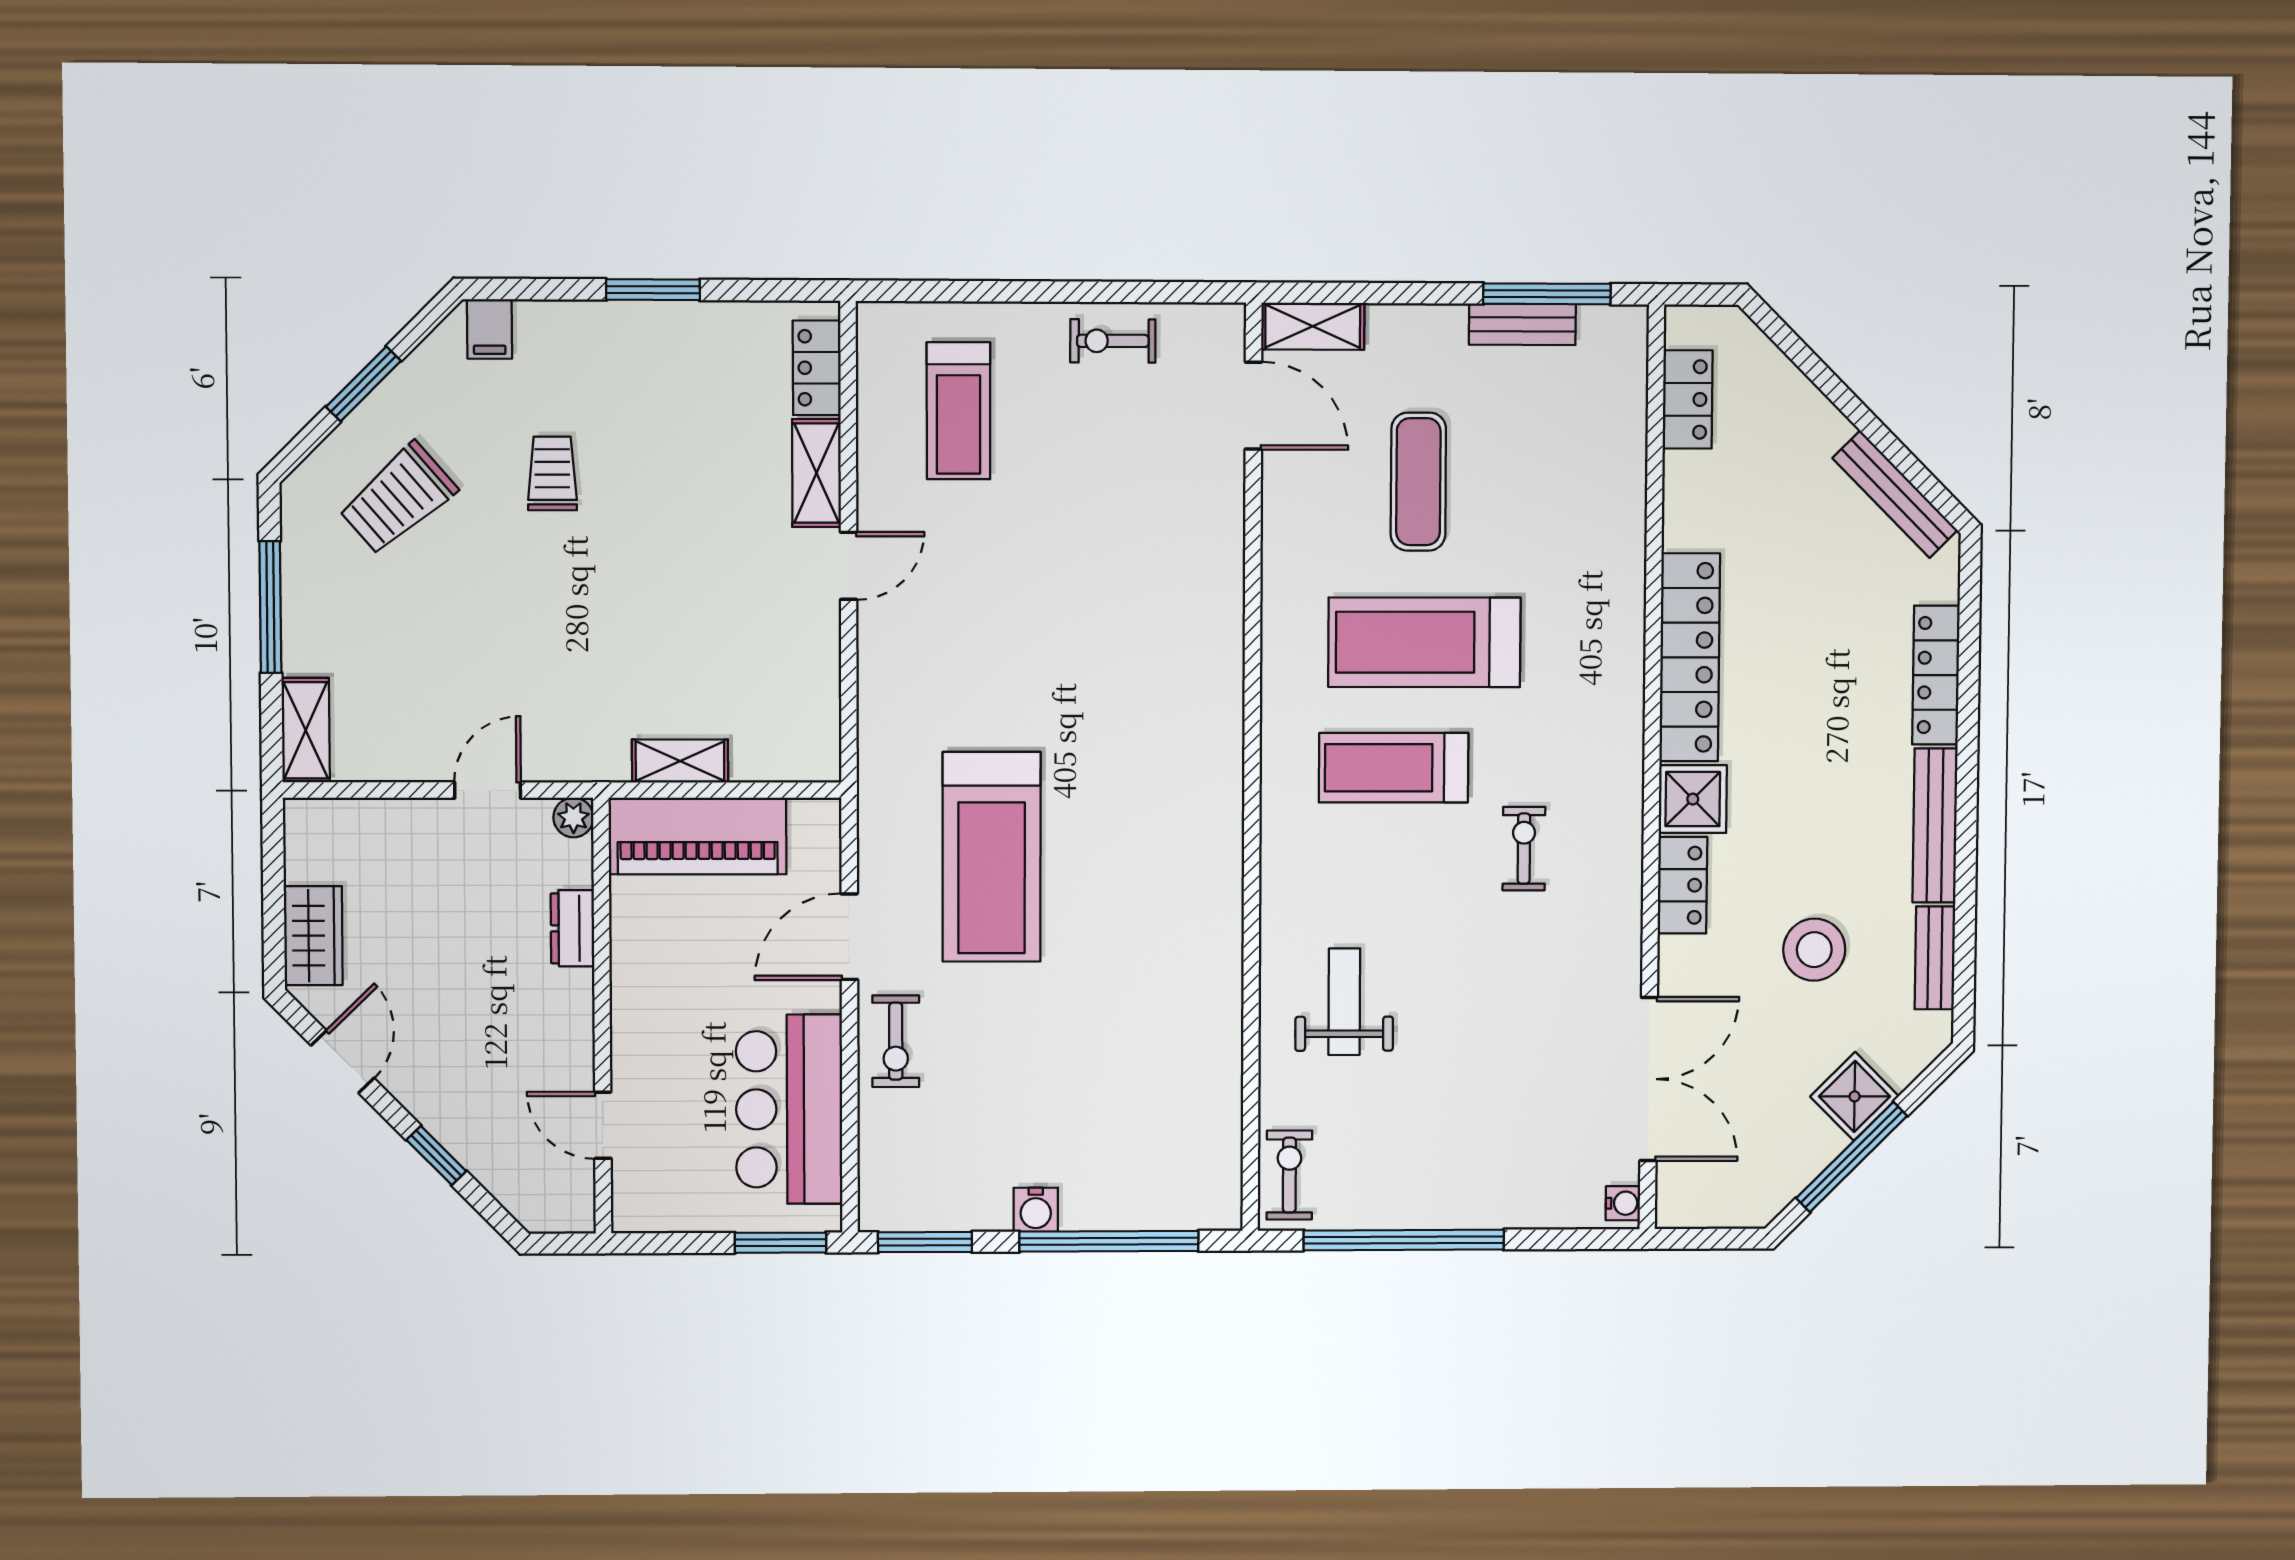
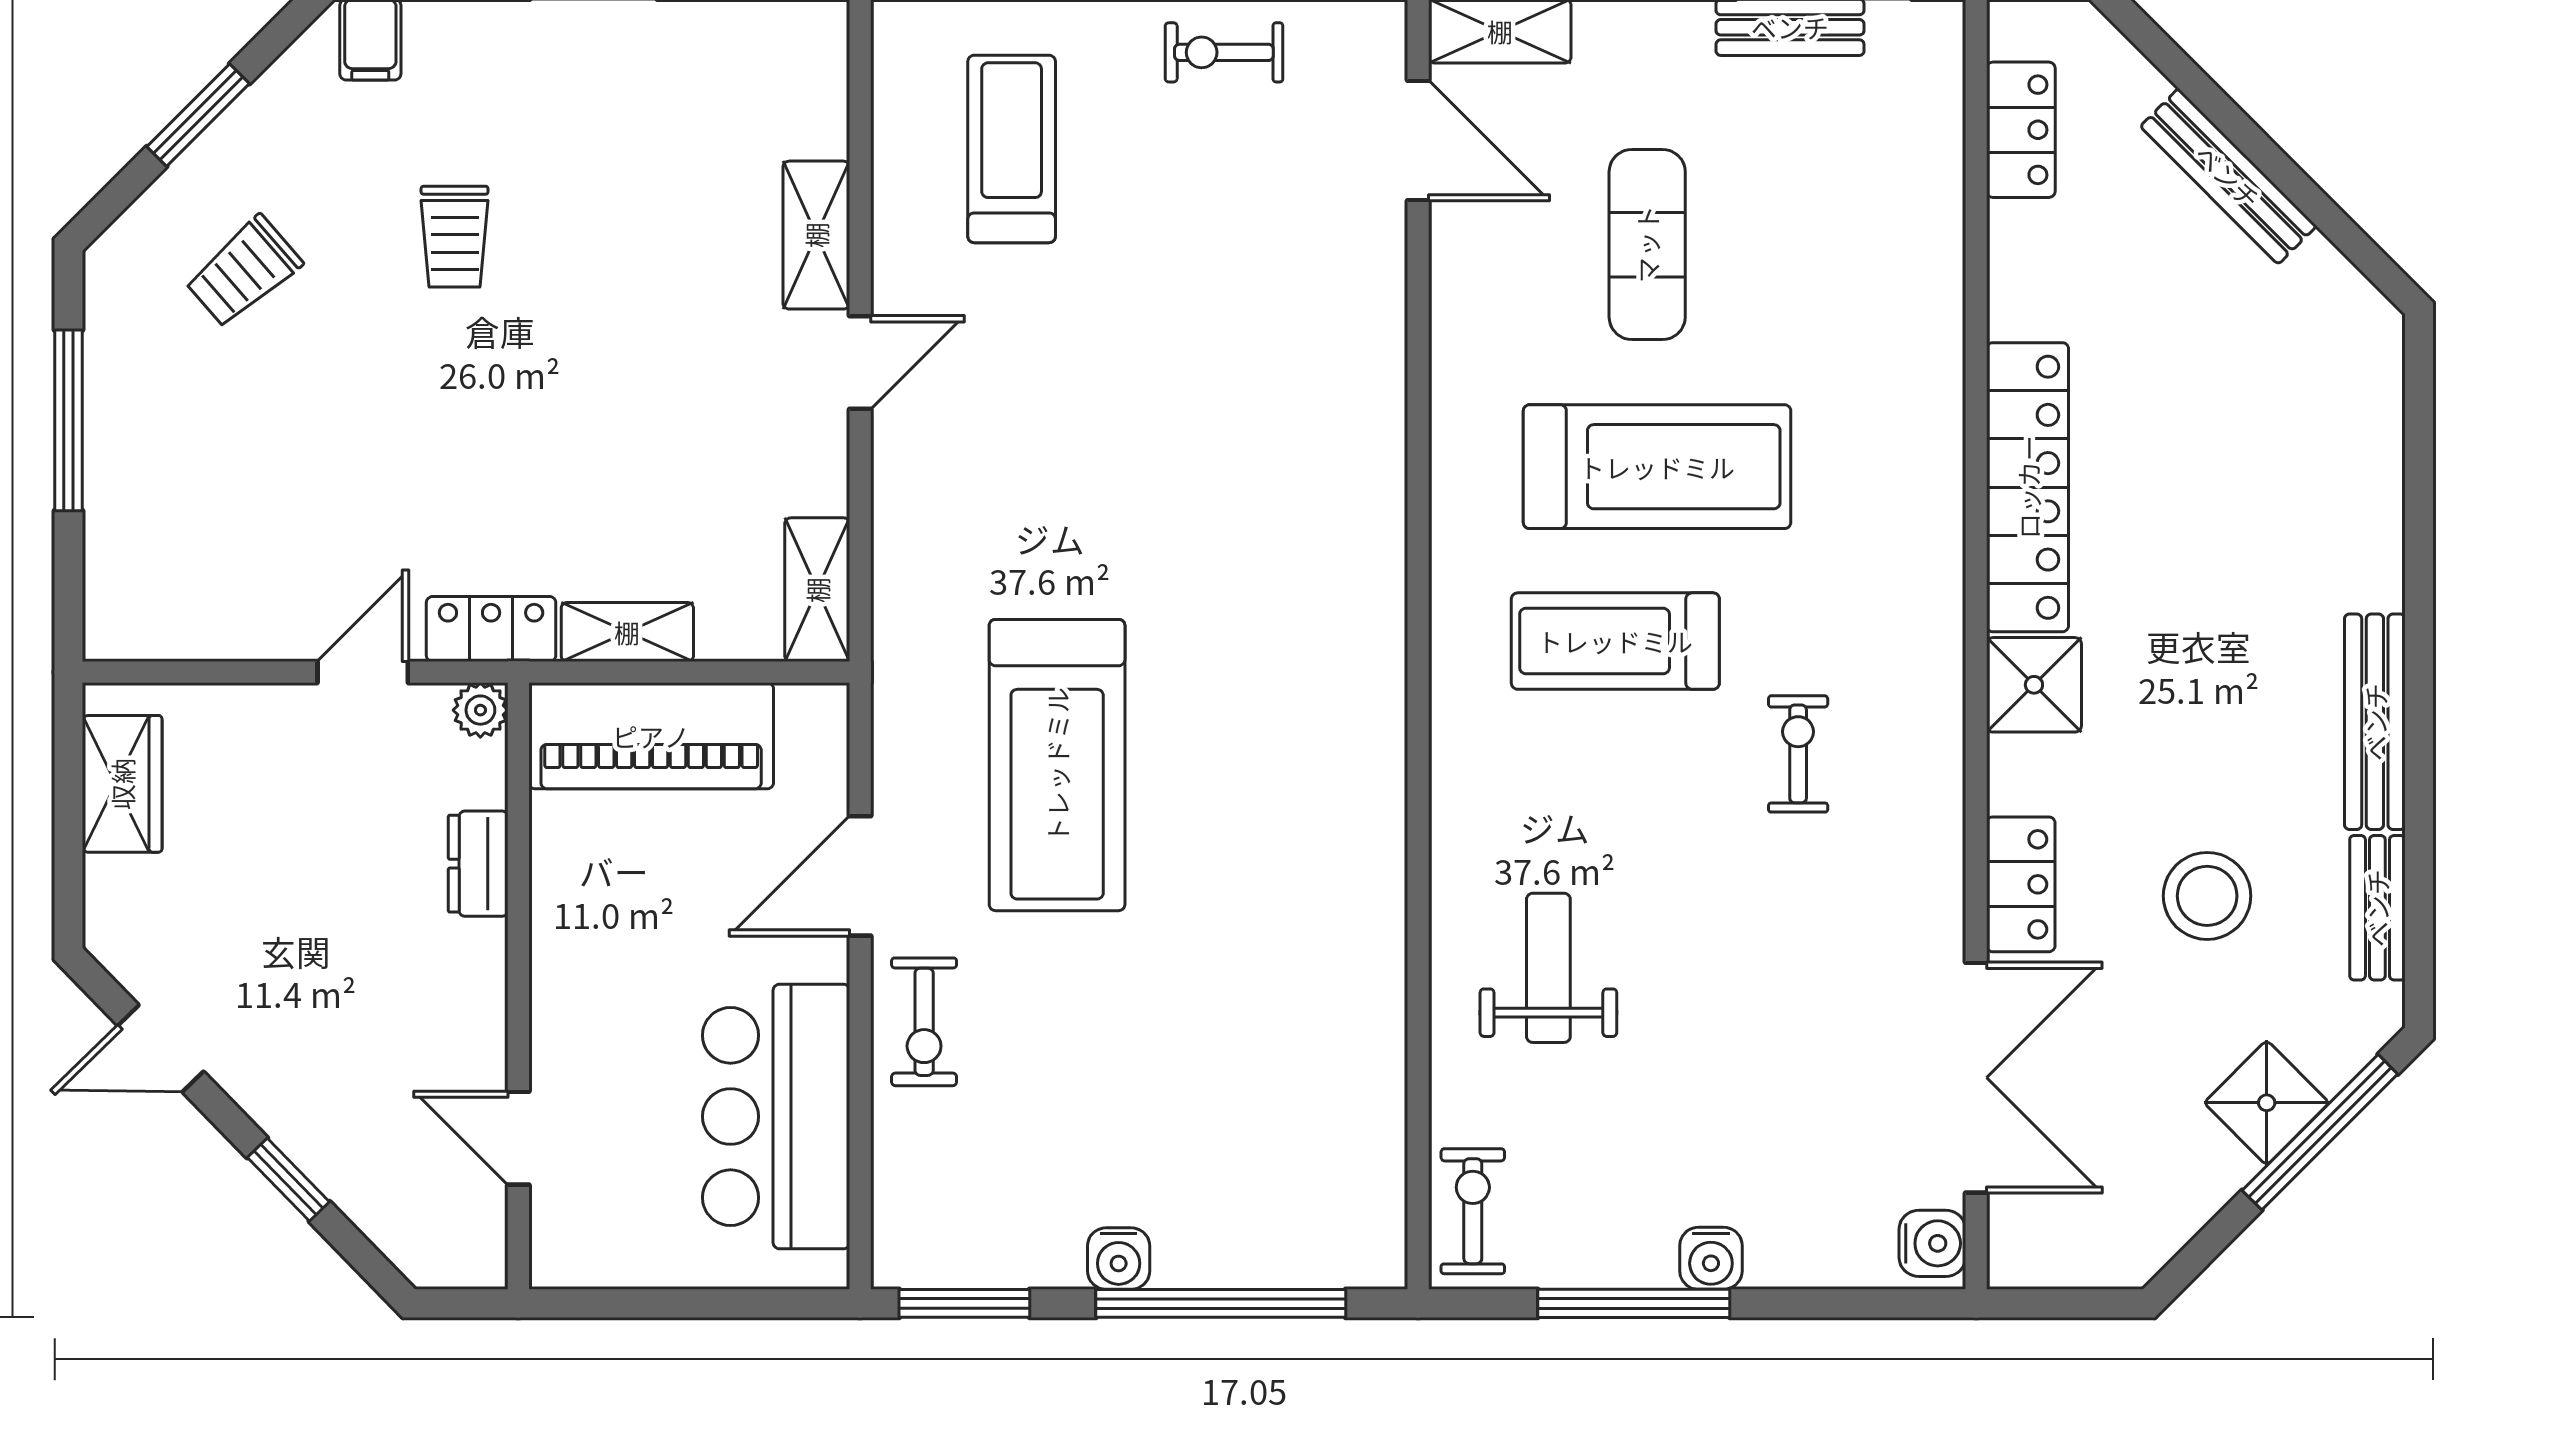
locker: (817, 368) -> (491, 629), moved, turned 90
treadmill: (959, 411) -> (1012, 149), turned 180
trolley: (552, 473) -> (455, 237), turned 180
bench: (1895, 494) -> (2228, 176), moved
trolley: (398, 499) -> (244, 272), width x0.73, depth x0.72
treadmill: (1424, 642) -> (1657, 467), turned 180
locker: (1936, 675) -> (2373, 511), removed
shelving: (306, 730) -> (817, 590), moved
locker: (1682, 885) -> (2021, 884), moved
wardrobe: (313, 936) -> (122, 784), moved
door: (343, 1062) -> (161, 1048), swing flipped
window: (1852, 1157) -> (2320, 1132), moved
water cooler: (1623, 1203) -> (1932, 1243), width x1.38, depth x1.38
water cooler: (1459, 1208) -> (1711, 1258), added
window: (1404, 1240) -> (1634, 1303), width x0.68
window: (780, 1243) -> (764, 1303), removed

